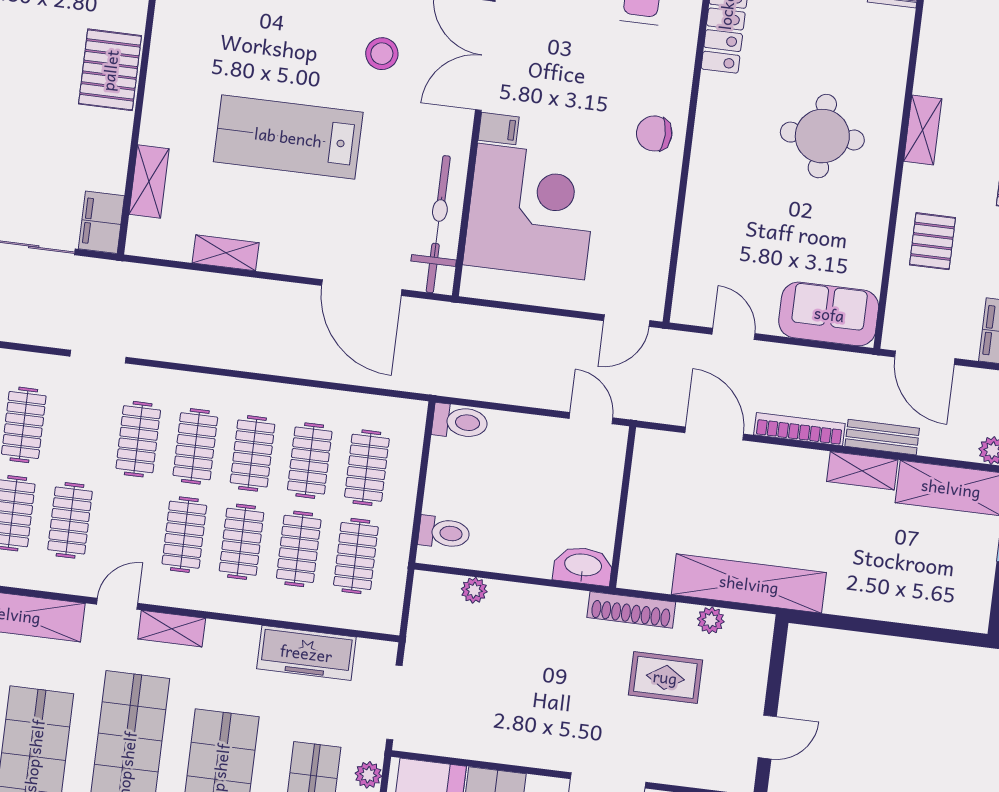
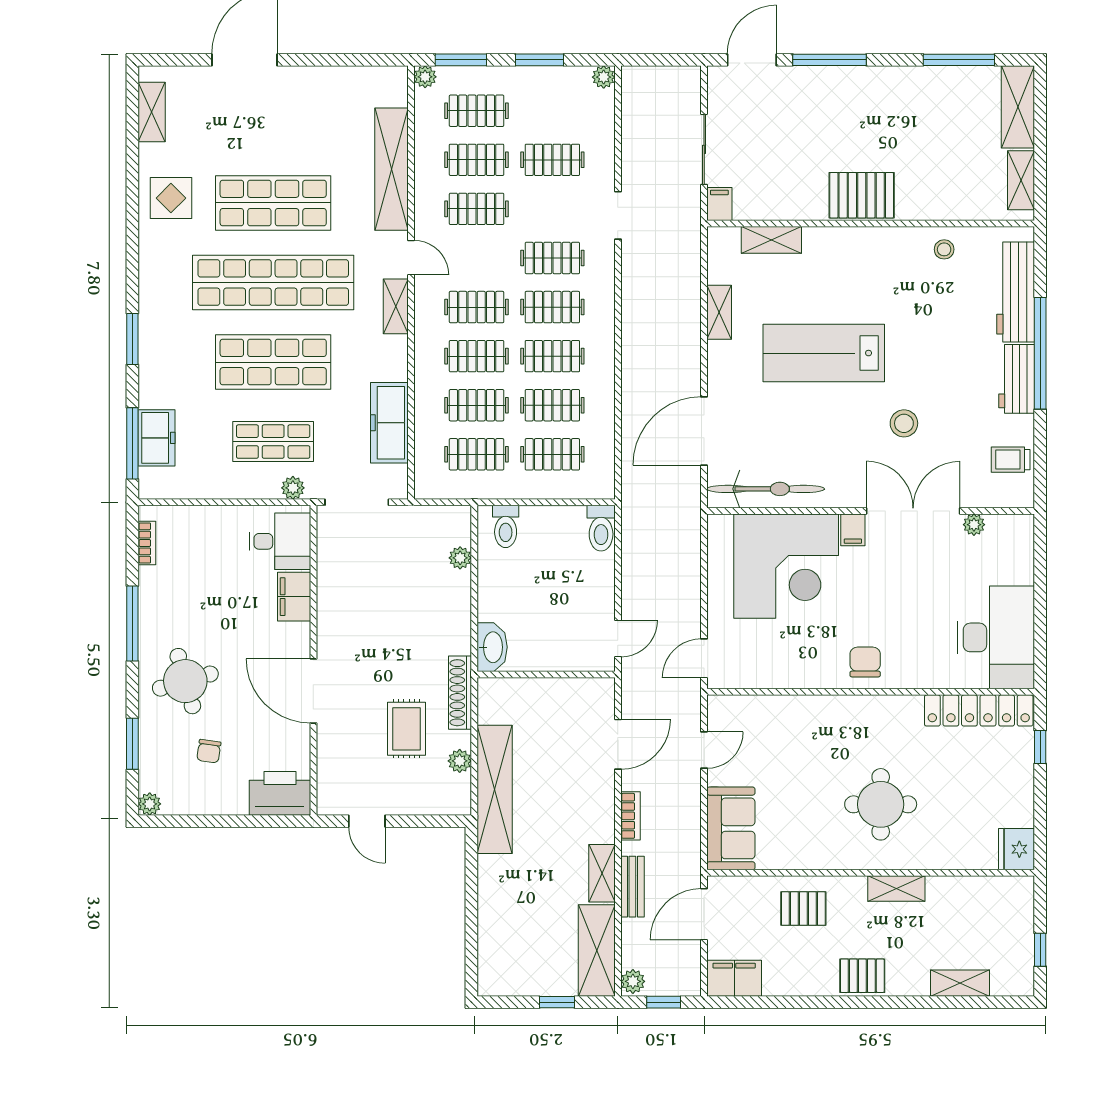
lab bench: (288, 137) -> (824, 353), turned -90
filing cabinet: (101, 222) -> (719, 204), width x0.50
door: (627, 321) -> (704, 658), hinge flipped
bookcase: (799, 429) -> (630, 816), width x0.64

